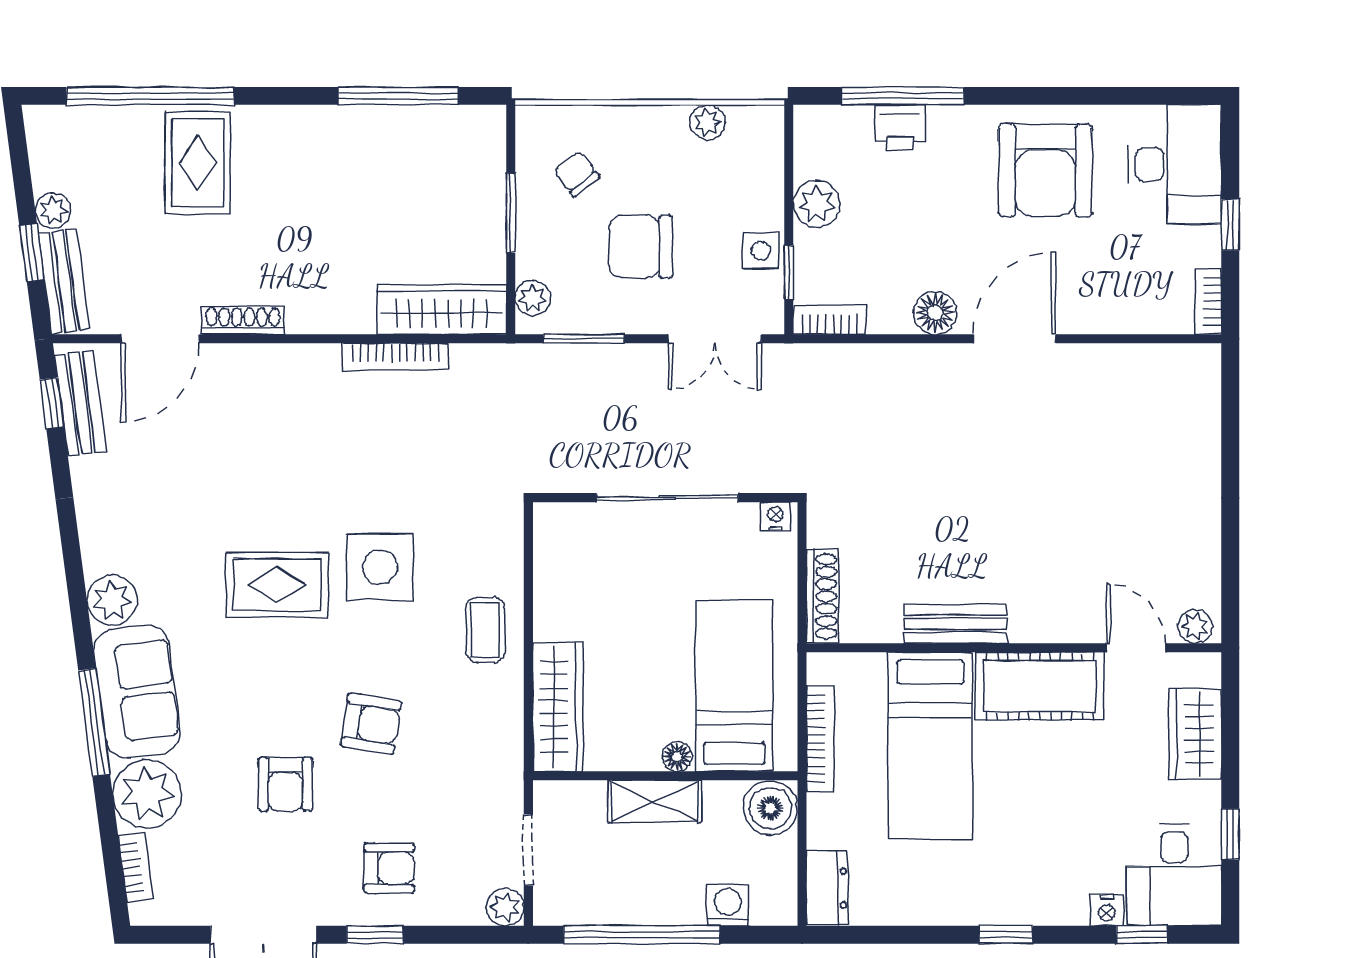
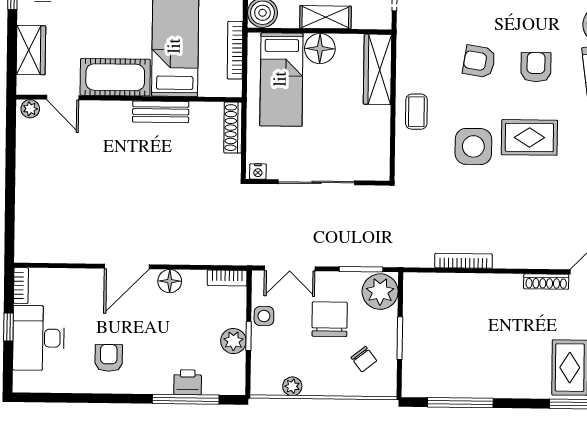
desk: (1175, 164) -> (39, 338), moved
armchair: (1045, 170) -> (109, 358), width x0.53, depth x0.53
chair: (640, 246) -> (330, 319), turned -90
window: (789, 272) -> (249, 336), moved
plant: (533, 298) -> (380, 292), width x1.88, depth x1.88
wardrobe: (442, 309) -> (438, 286), removed
double door: (715, 339) -> (290, 268), swing flipped
floor lamp: (677, 757) -> (320, 49), width x1.89, depth x1.89
armchair: (285, 784) -> (536, 67), moved

